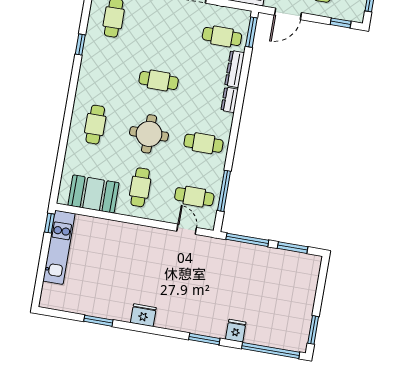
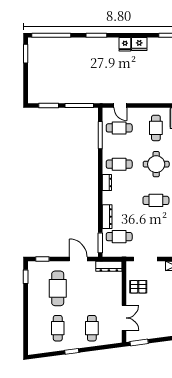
door: (288, 14) -> (78, 259), hinge flipped
dresser: (230, 100) -> (107, 182), moved
fridge: (236, 331) -> (125, 44), moved

